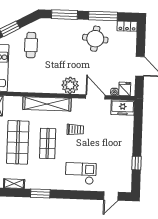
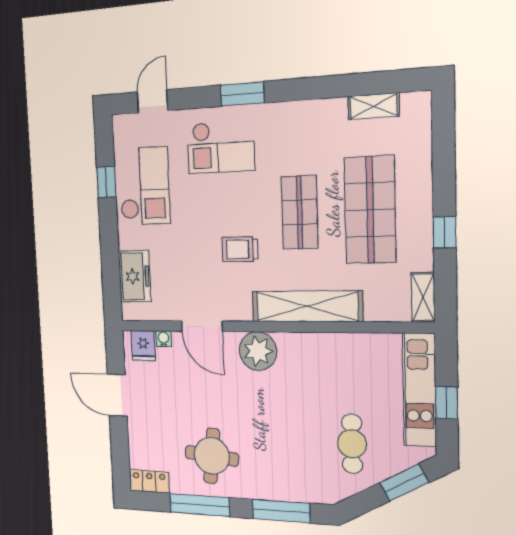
freezer: (123, 107) -> (135, 276), moved, turned 90
checkout: (118, 160) -> (144, 186), added
window: (40, 193) -> (242, 94), moved

